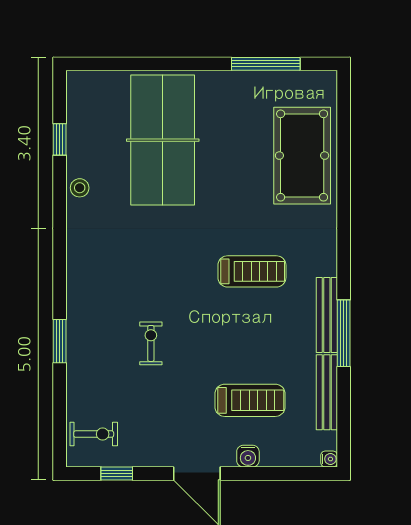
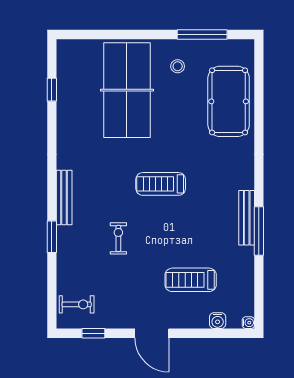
stool: (80, 188) -> (178, 66), moved
treadmill: (252, 271) -> (161, 184), moved, turned 180
bench: (327, 392) -> (64, 197), moved
treadmill: (250, 400) -> (191, 280), turned 180
water cooler: (248, 456) -> (218, 321), moved

